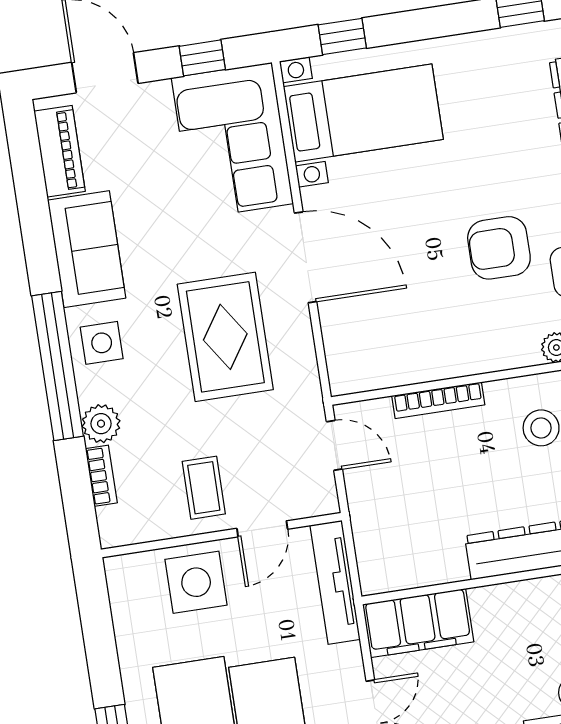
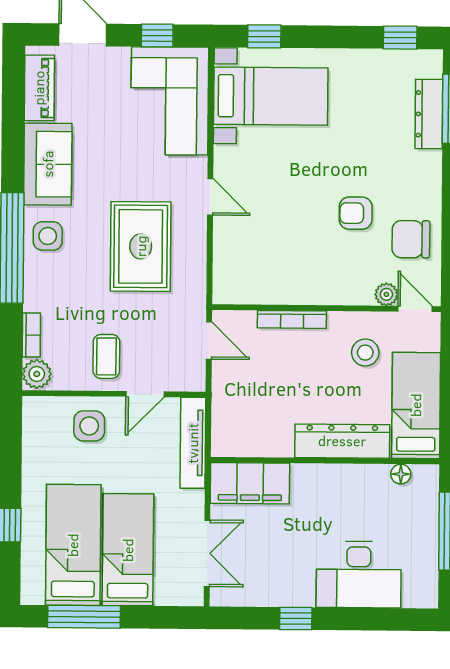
armchair: (499, 248) -> (356, 213), width x0.72, depth x0.72
door: (306, 257) -> (210, 197), width x0.53
plant: (101, 424) -> (37, 374), moved
side table: (196, 582) -> (89, 426), width x0.73, depth x0.73

